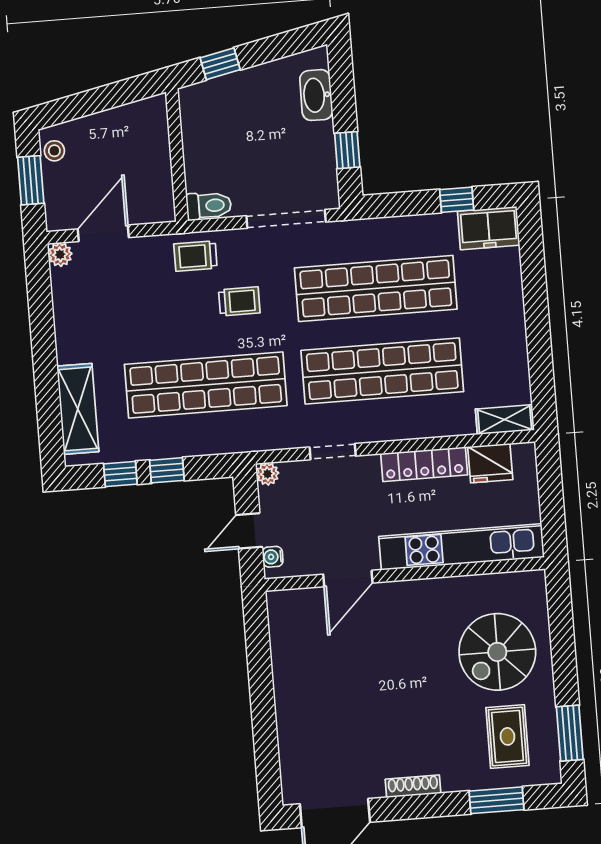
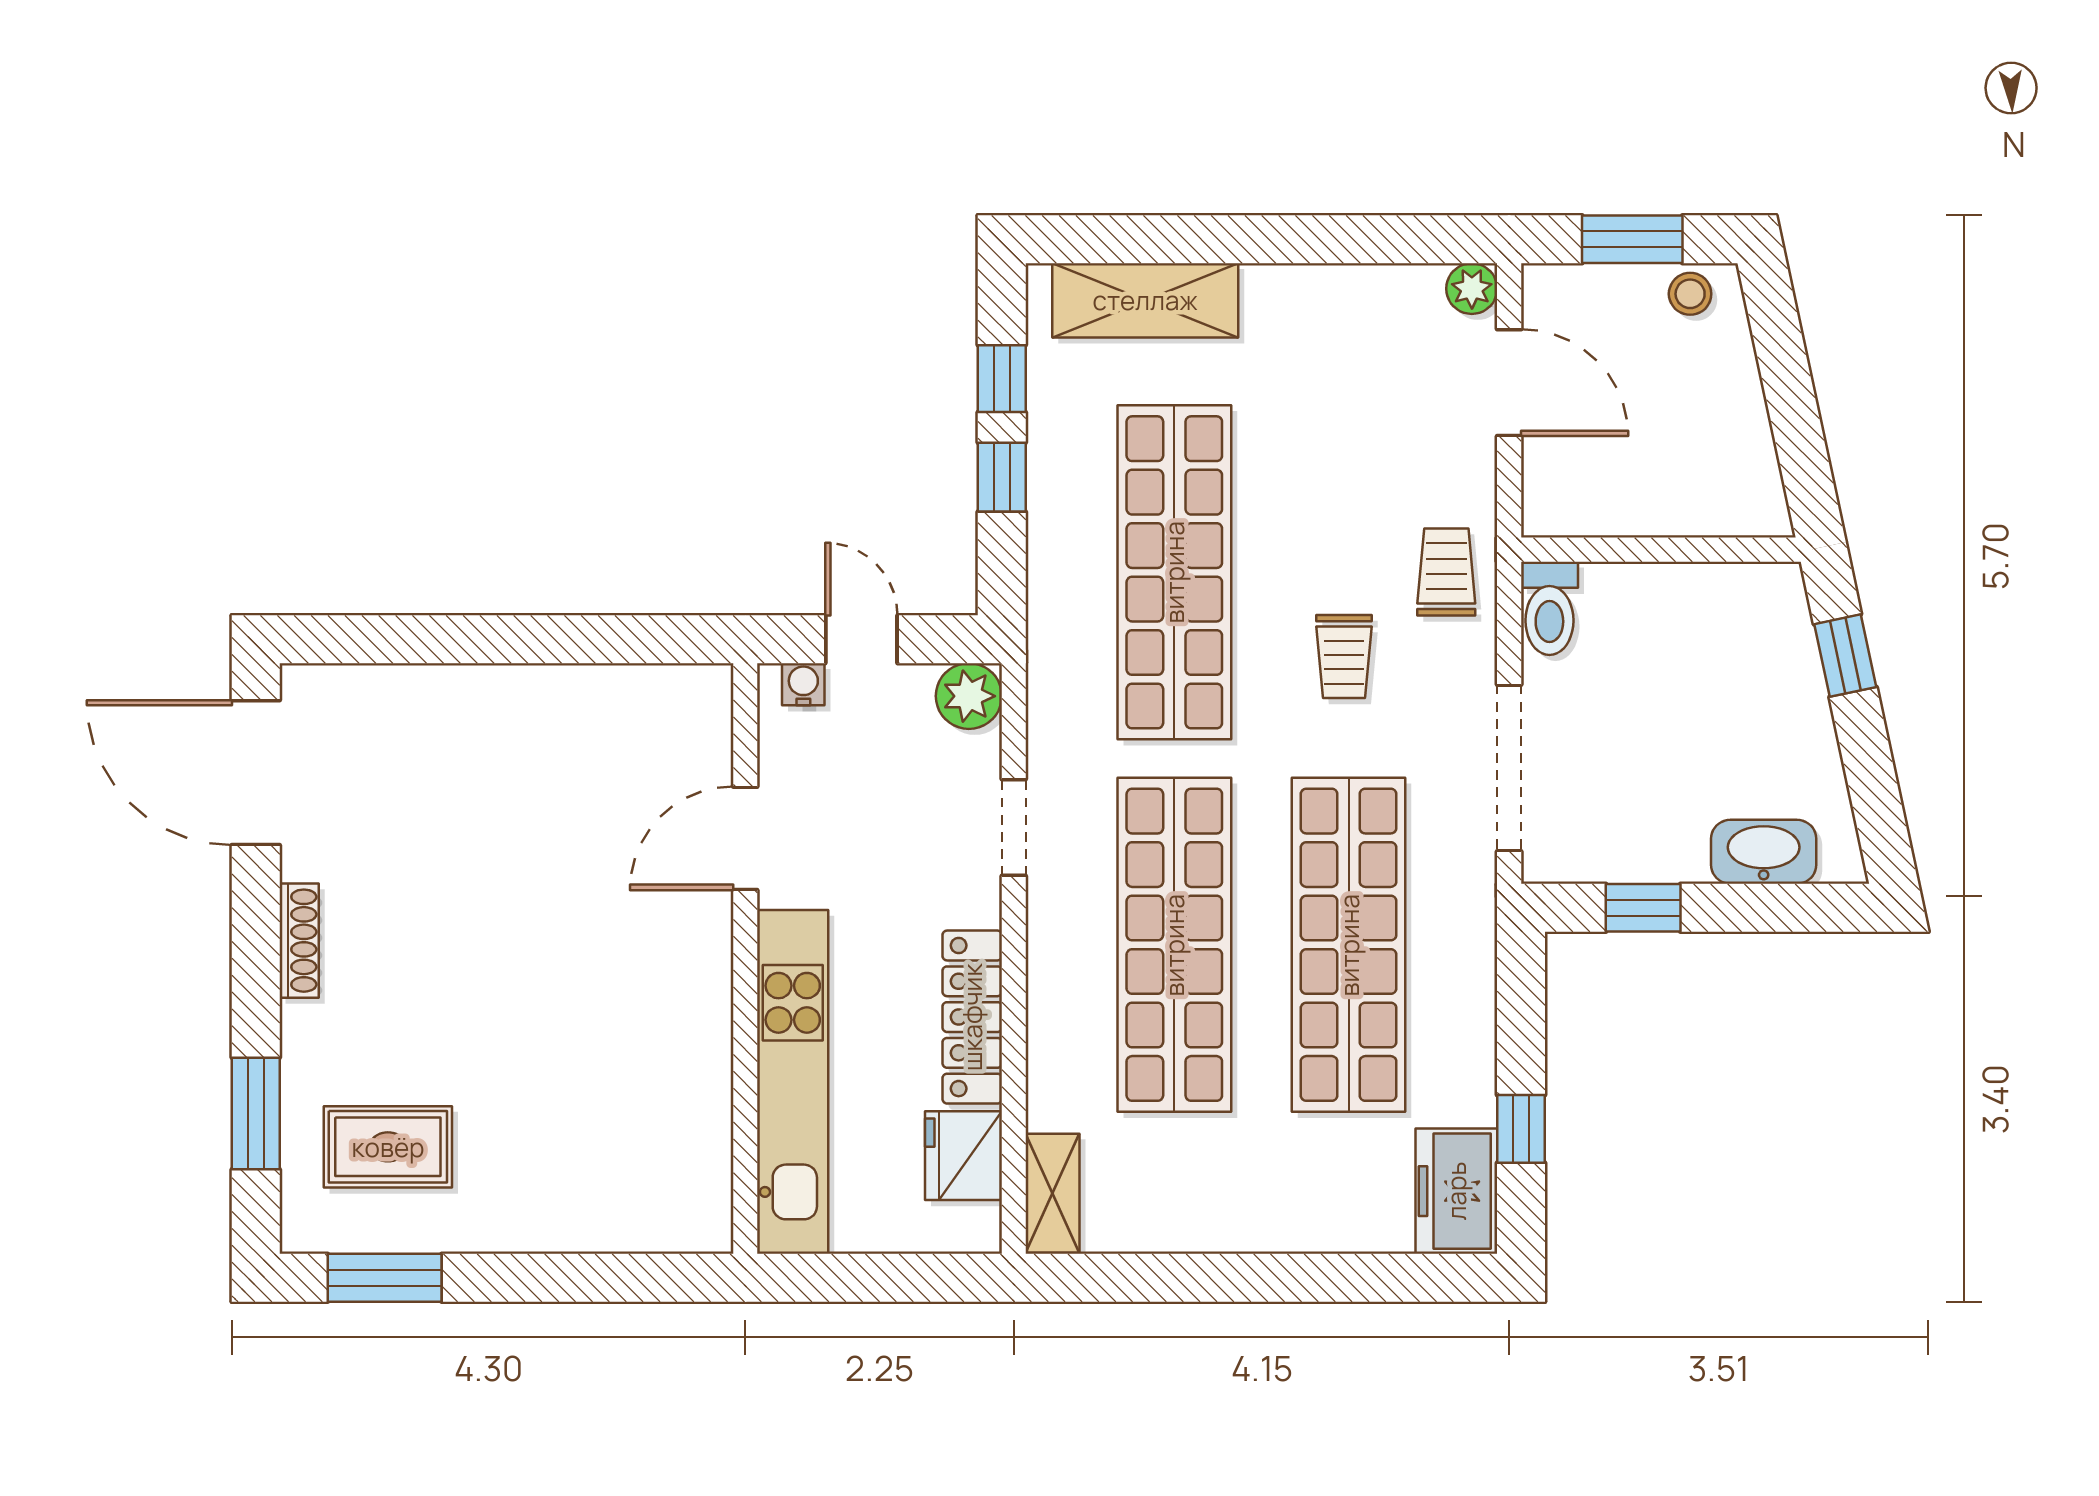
plant: (267, 474) -> (969, 696), width x1.38, depth x1.38
door: (348, 579) -> (745, 838), hinge flipped
spiral stairs: (497, 652) -> (567, 1139), removed

